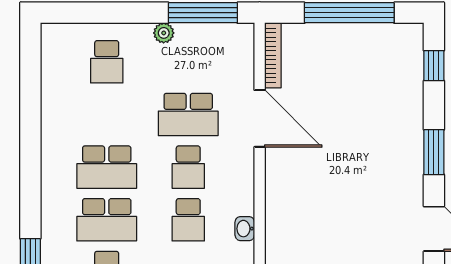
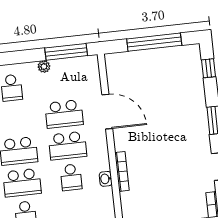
bookcase: (273, 55) -> (122, 171), moved
school desk: (188, 167) -> (68, 146), width x1.85

